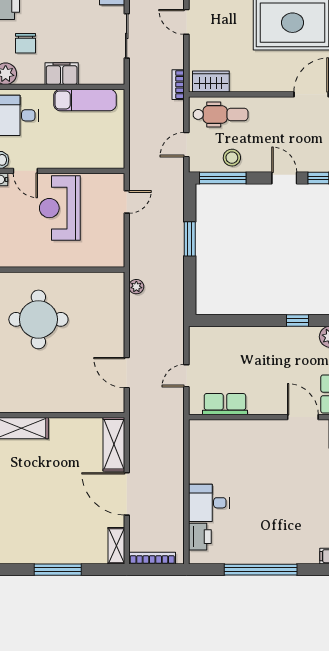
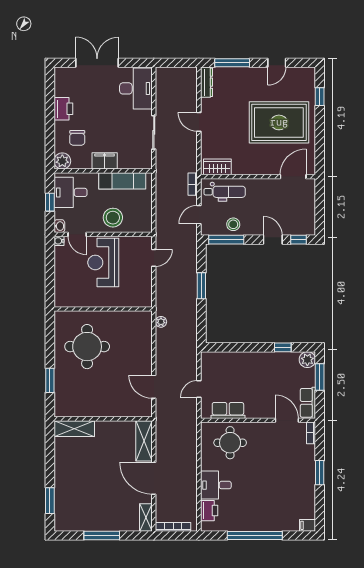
bookcase: (178, 85) -> (193, 184), moved
stool: (73, 149) -> (113, 218), added
round table: (228, 447) -> (230, 443), added

